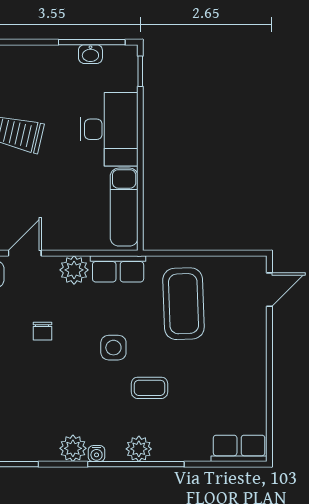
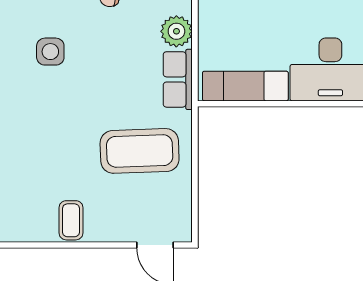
side table: (113, 348) -> (50, 52), moved
coffee table: (150, 388) -> (71, 220), moved

